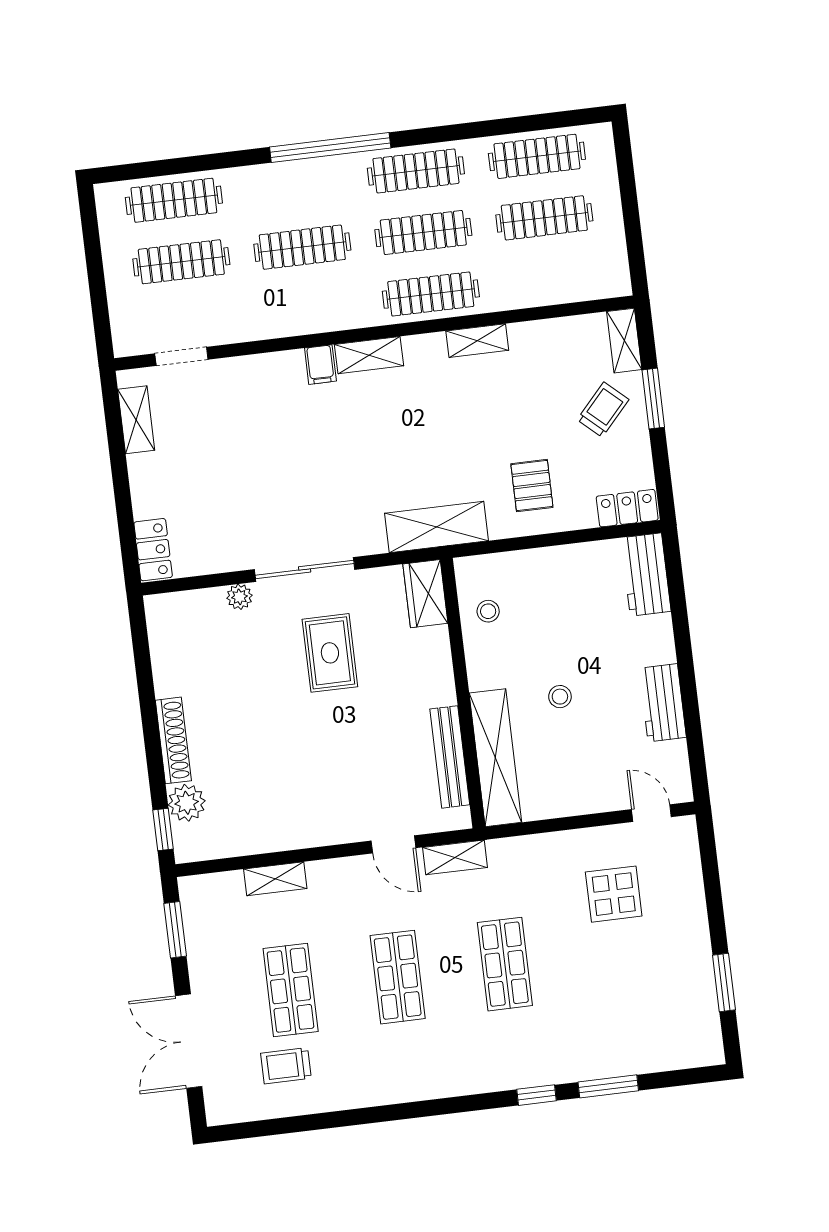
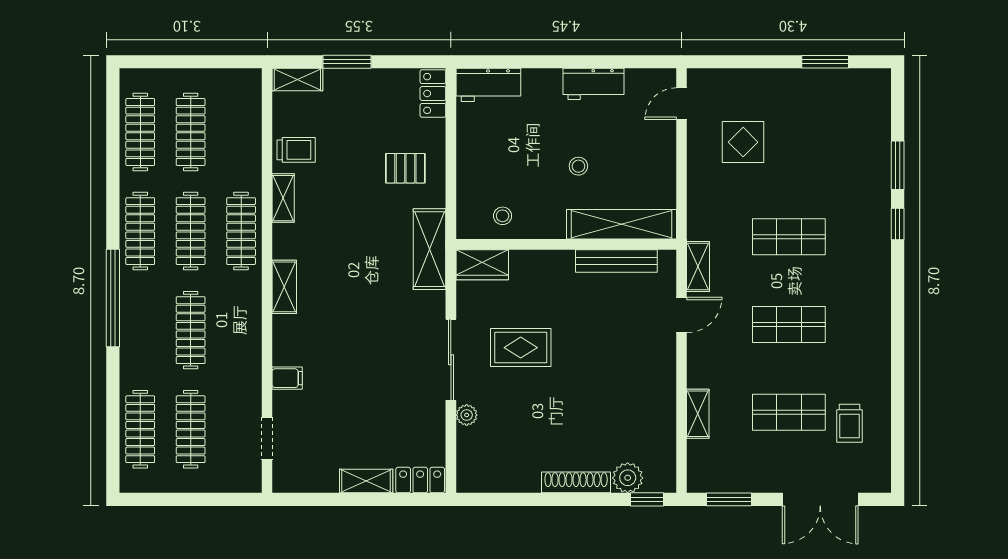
filing cabinet: (320, 365) -> (287, 378), moved
trolley: (603, 410) -> (296, 150), moved, turned 138
shelving: (136, 420) -> (366, 481), moved

